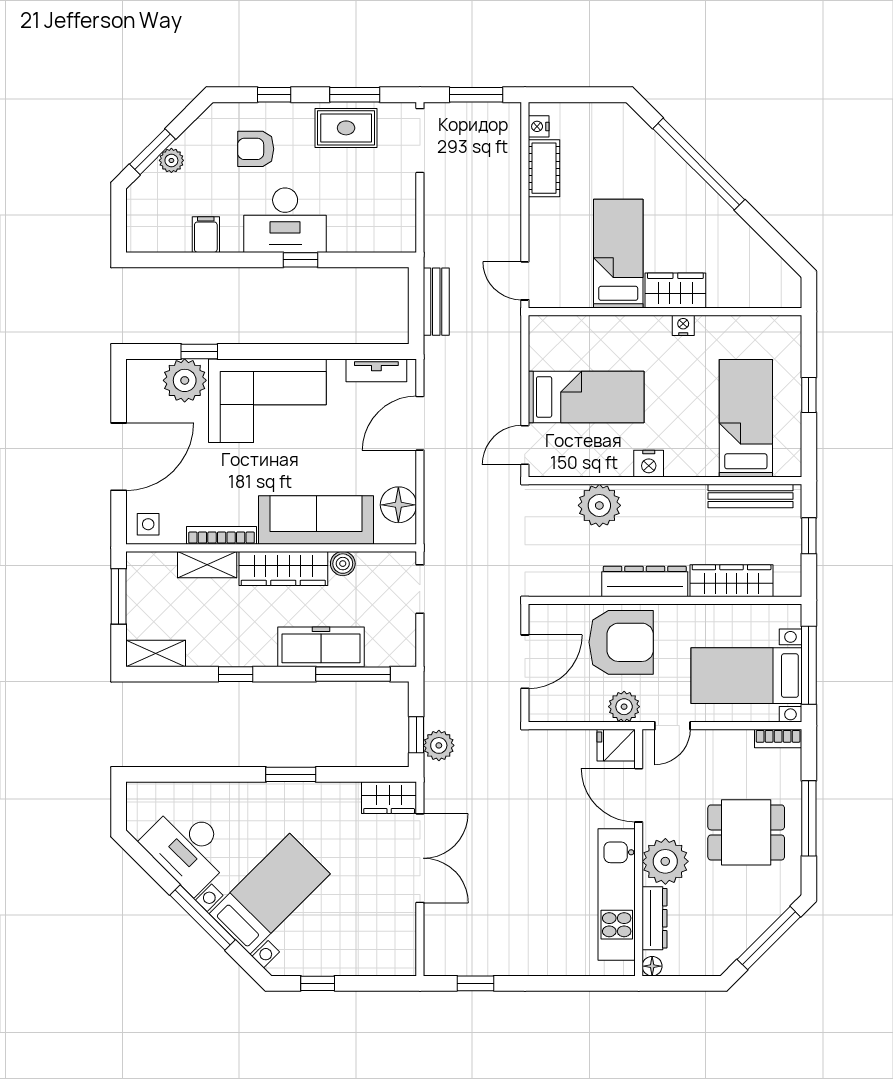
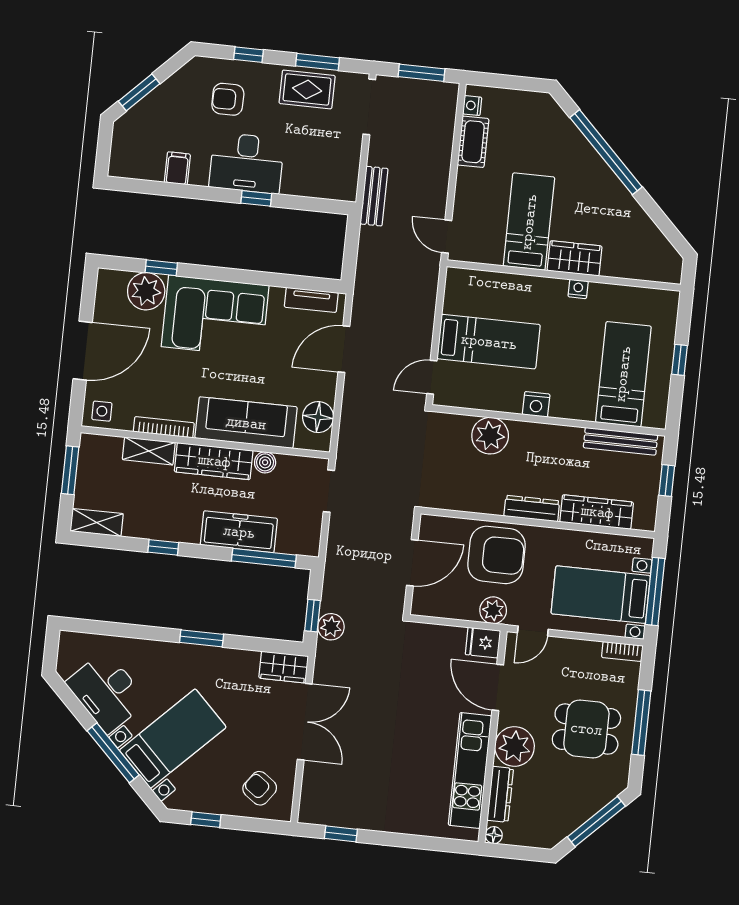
plant: (171, 160) -> (155, 102), removed
bench: (436, 302) -> (374, 196), moved
dresser: (645, 581) -> (532, 508), width x0.73, depth x0.80
armchair: (376, 941) -> (260, 788), added

